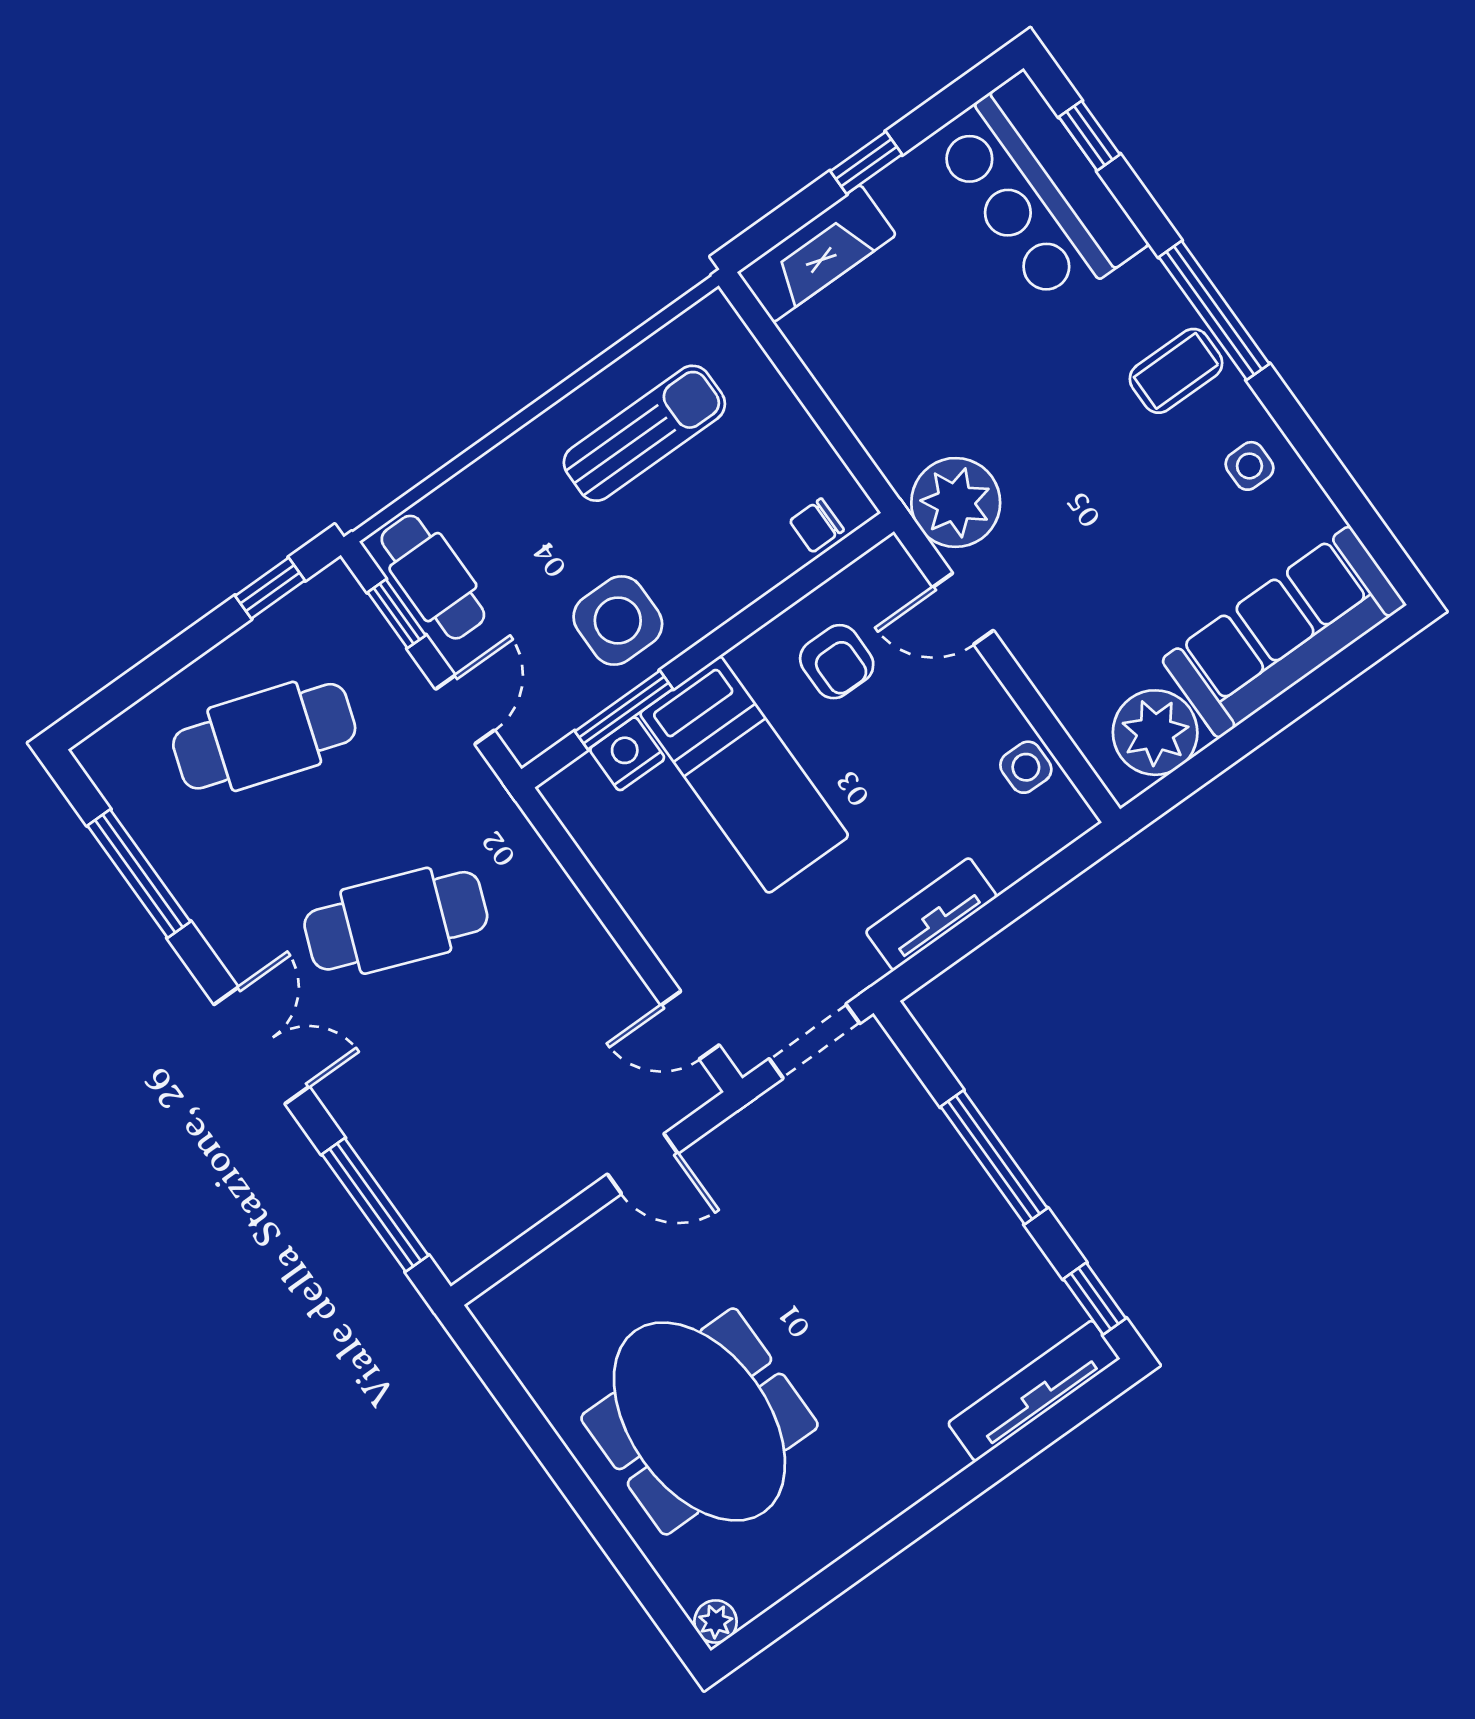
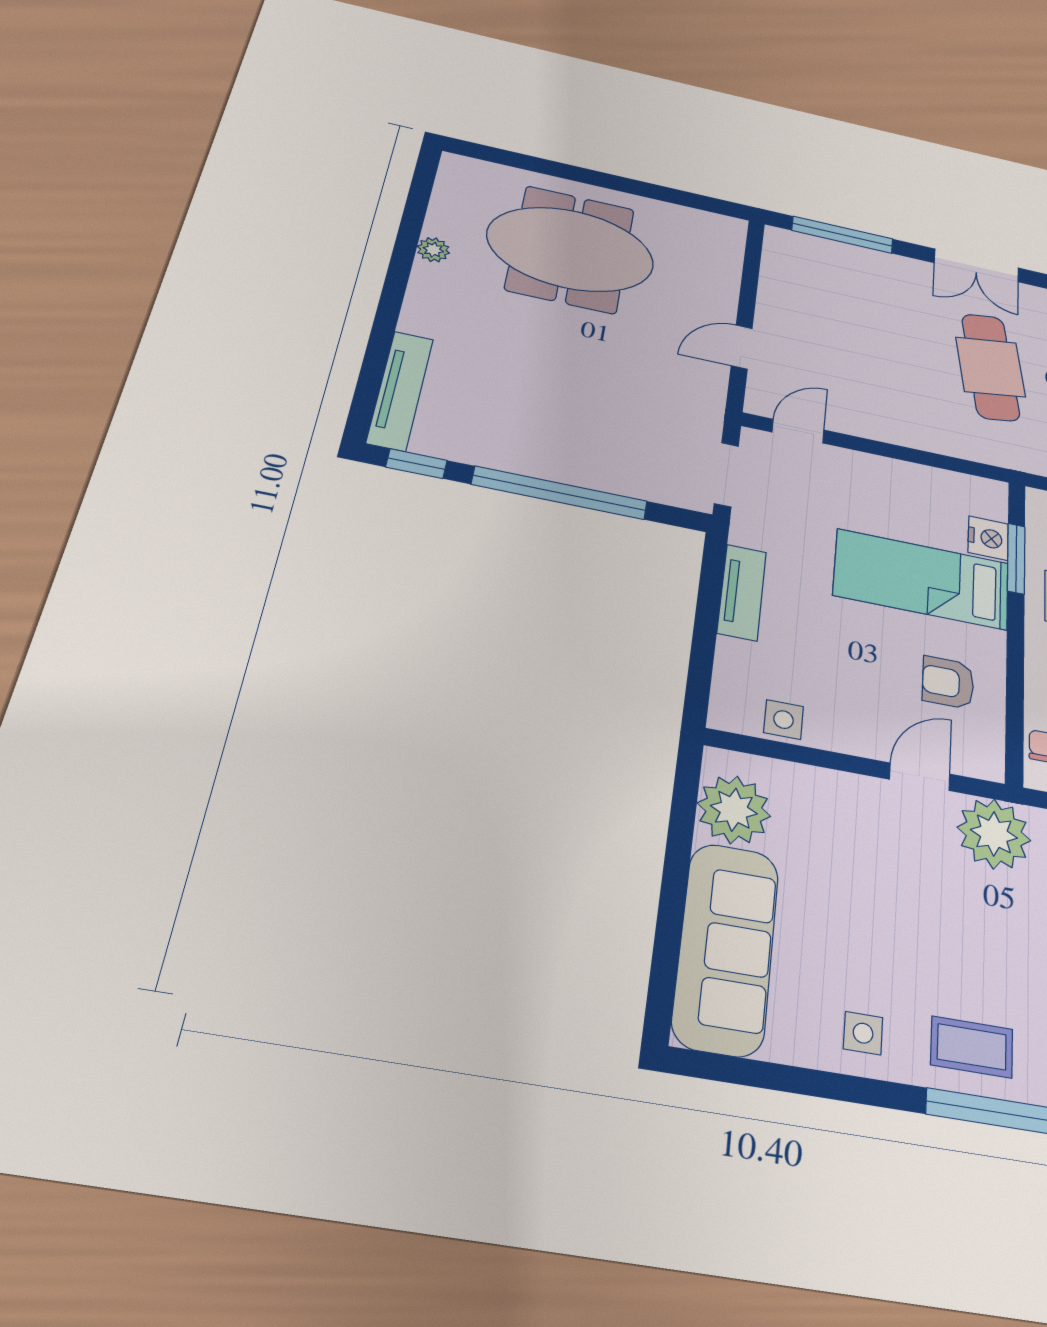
coffee table: (1176, 371) -> (972, 1047), turned 90
cafe table: (396, 921) -> (990, 367), turned -30
window: (994, 1157) -> (560, 493), width x1.46
plant: (716, 1622) -> (433, 250), moved

